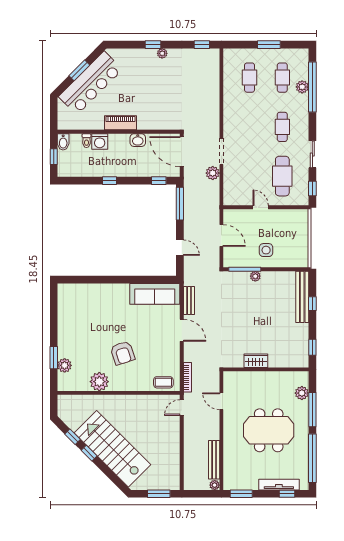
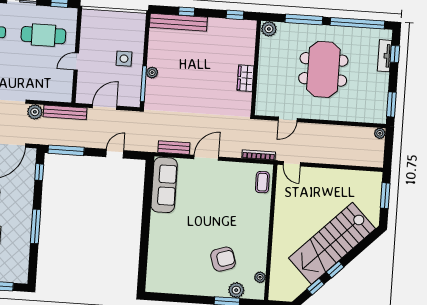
window: (110, 181) -> (35, 226), width x2.17
armchair: (123, 353) -> (223, 259), moved
plant: (99, 382) -> (260, 277), moved, width x0.53, depth x0.53
plant: (302, 393) -> (269, 29), moved
bench: (214, 460) -> (65, 112), moved
tv unit: (279, 485) -> (385, 56), width x0.71

